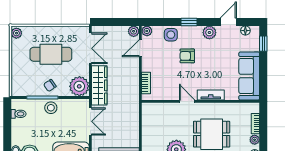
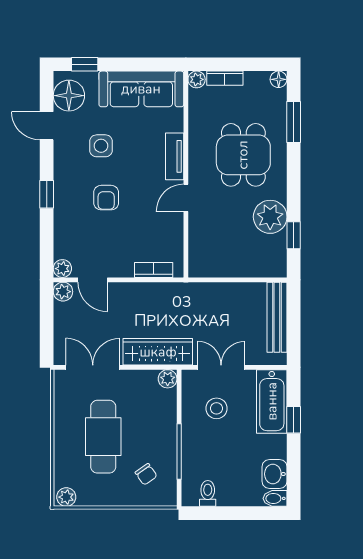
floor lamp: (245, 31) -> (69, 96), width x1.89, depth x1.89
plant: (209, 33) -> (65, 159), removed
side table: (171, 35) -> (101, 146), moved
chair: (50, 85) -> (146, 474), moved
plant: (79, 86) -> (168, 379), width x0.53, depth x0.53
stool: (51, 108) -> (216, 408), moved
plant: (255, 140) -> (197, 79), moved

